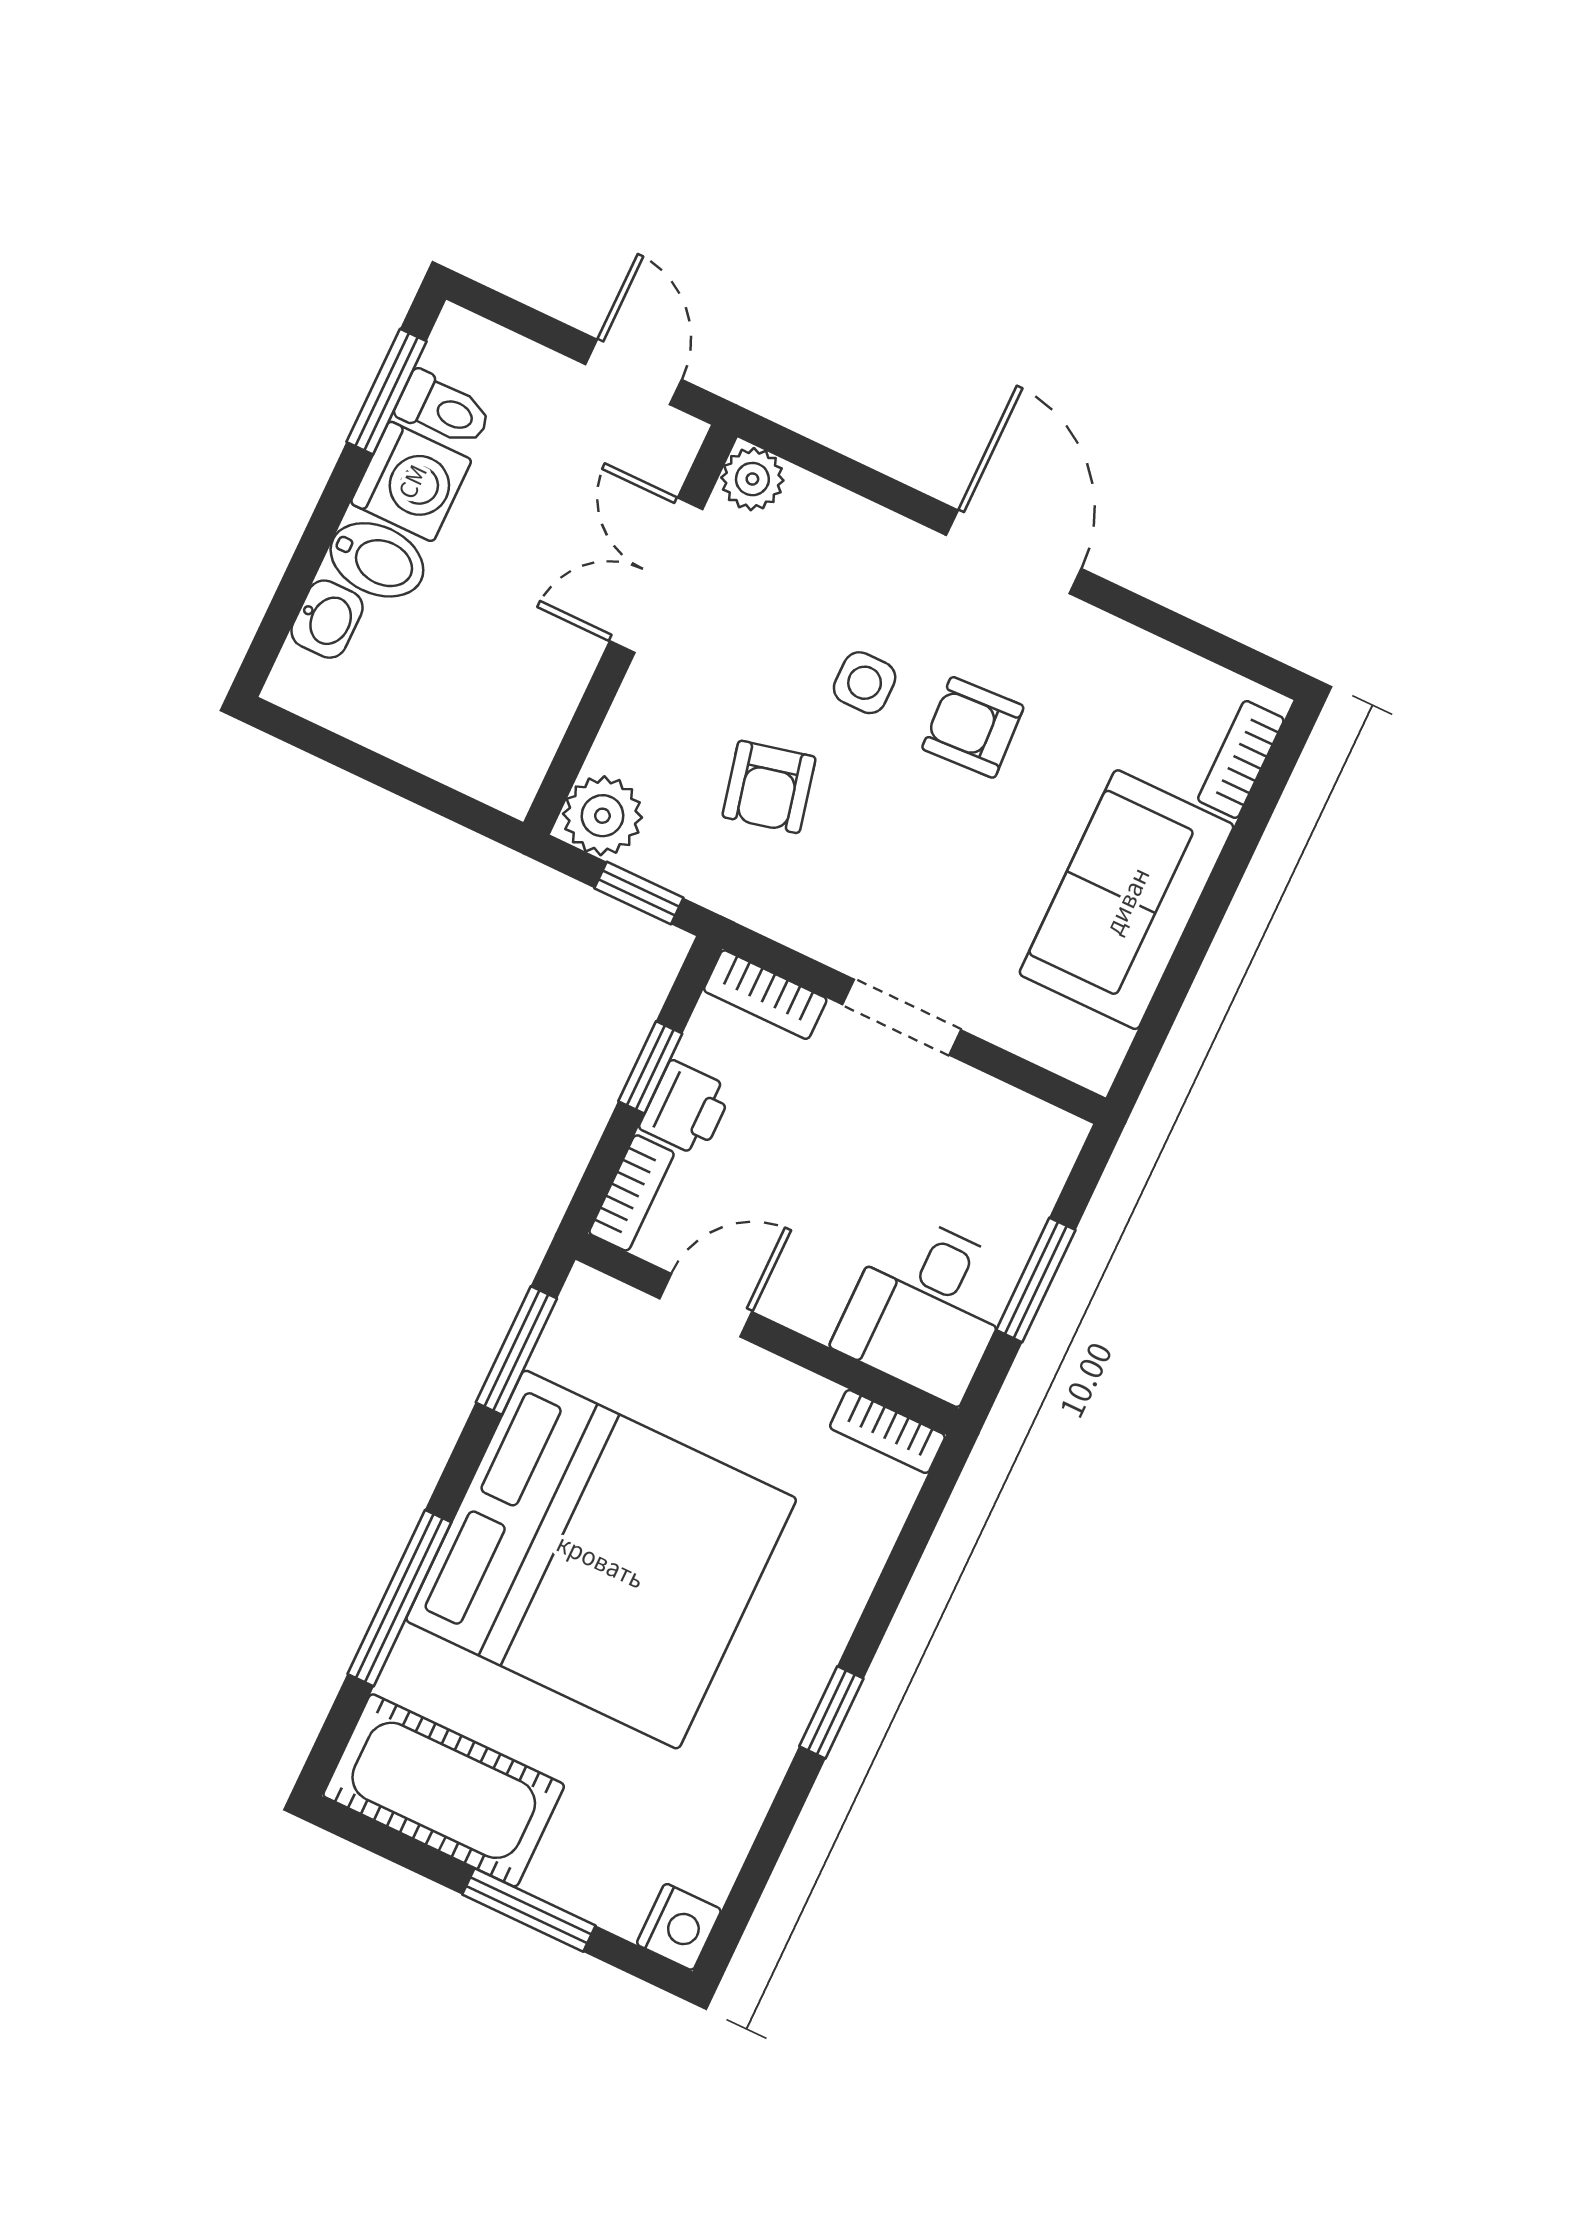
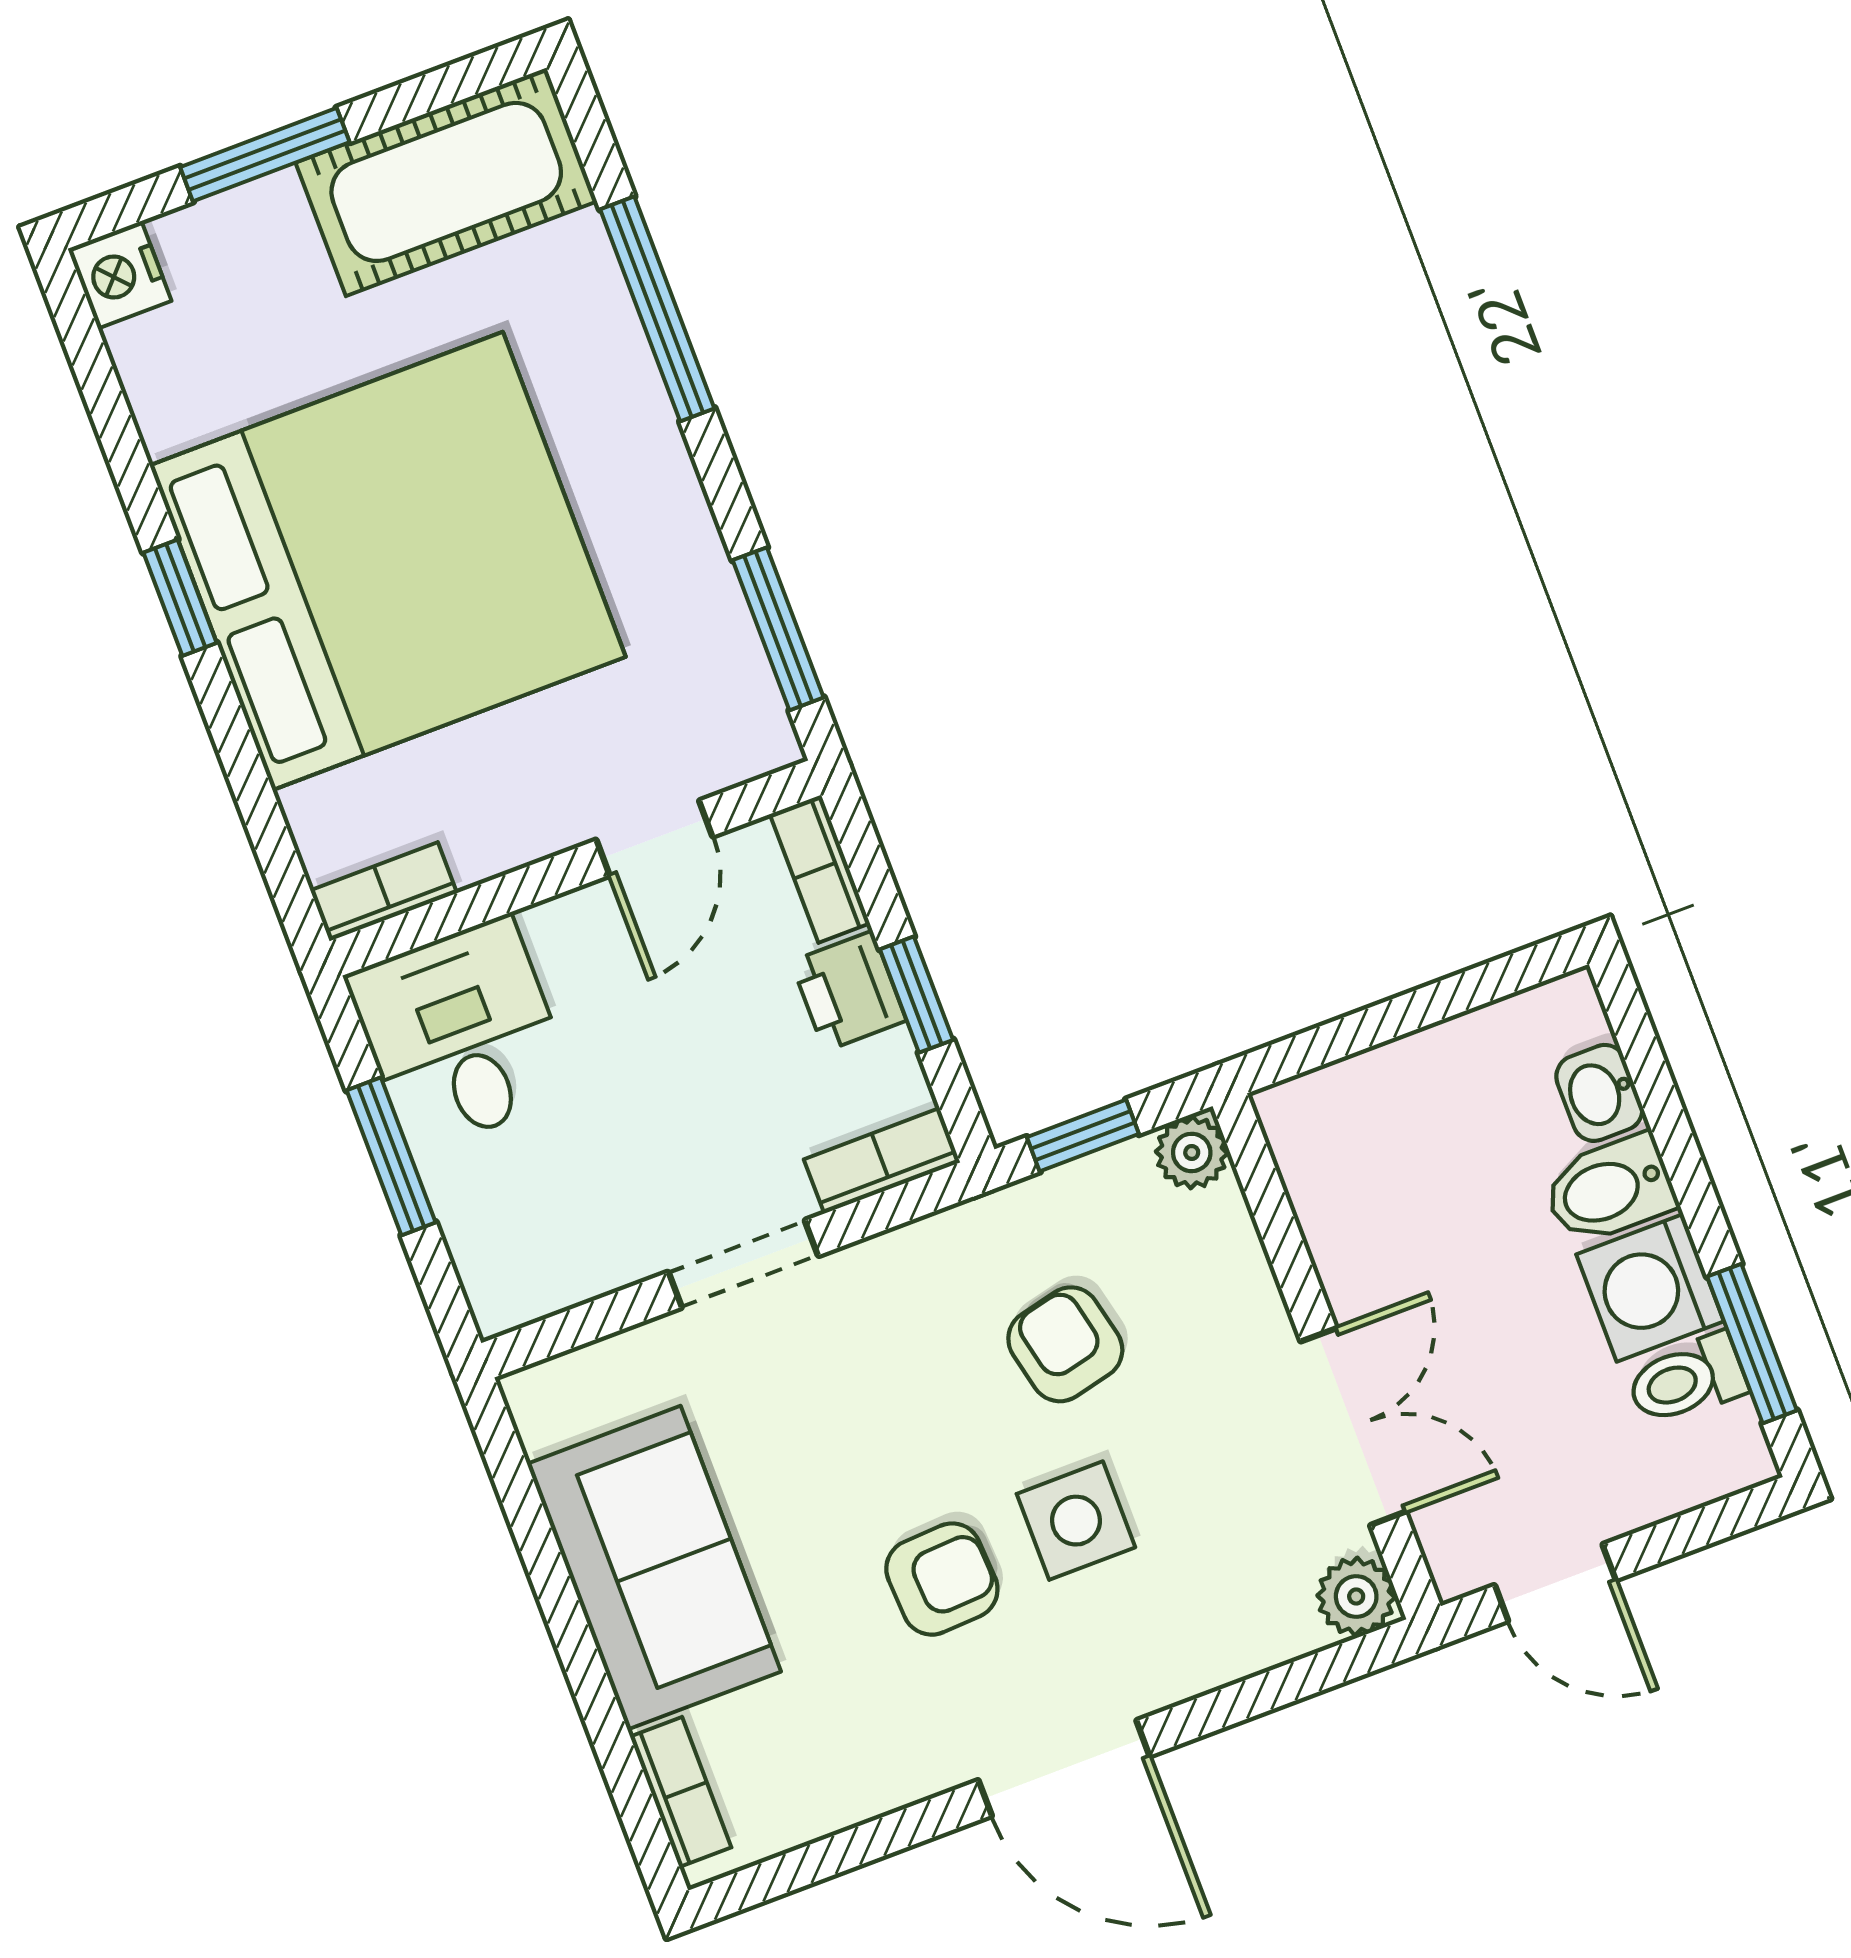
side table: (865, 683) -> (1076, 1521), width x1.37, depth x1.37
plant: (602, 816) -> (1192, 1152), width x0.73, depth x0.73
bed: (601, 1560) -> (388, 561), moved, turned 180

